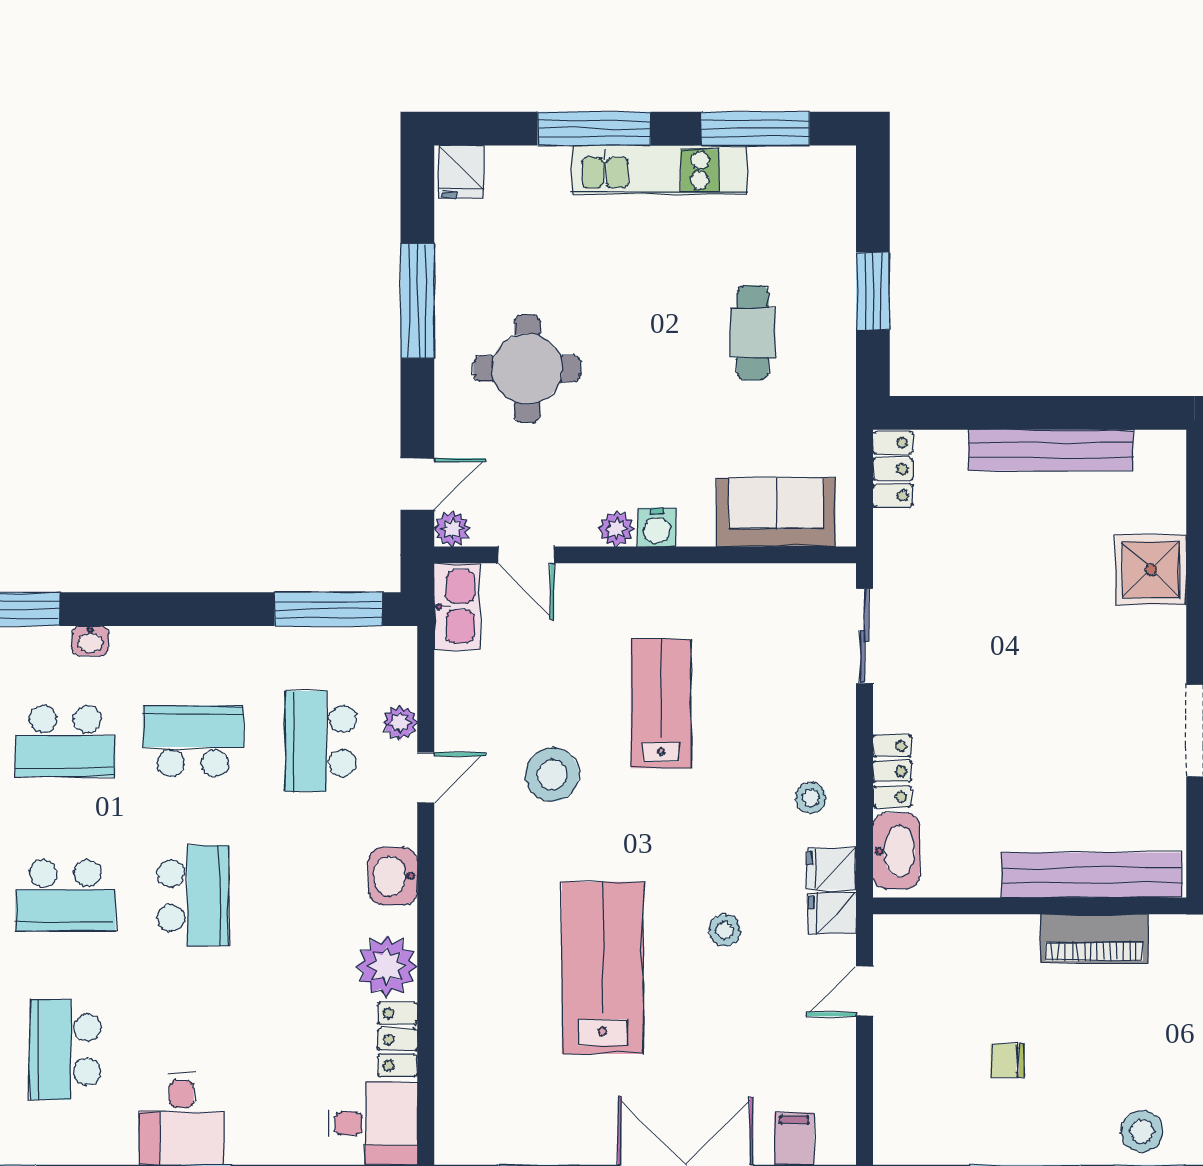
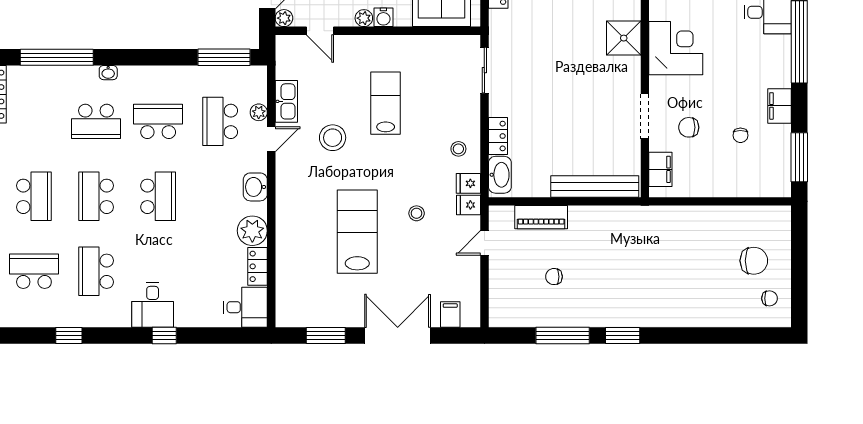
kitchen sink: (457, 607) -> (286, 101), moved
school desk: (65, 895) -> (96, 196), turned 90
piano: (1094, 938) -> (541, 217), moved
stool: (1142, 1131) -> (619, 311), removed

